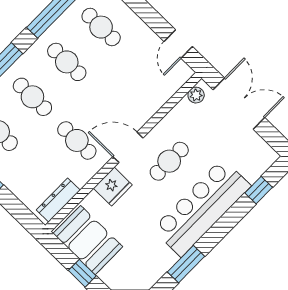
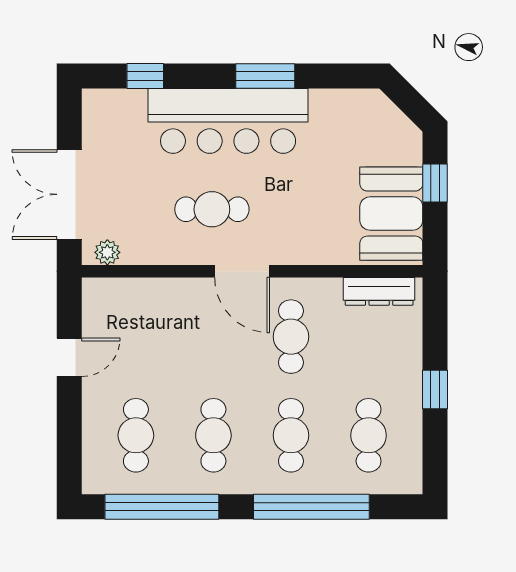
door: (178, 44) -> (69, 357), moved
fridge: (113, 187) -> (303, 245), removed
window: (186, 264) -> (265, 76), moved

